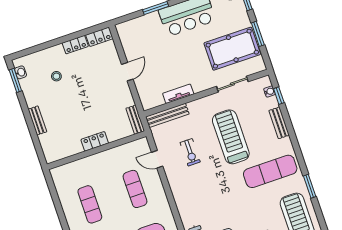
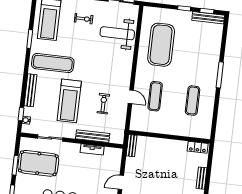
bench: (167, 115) -> (93, 136), moved
bench: (279, 123) -> (30, 90), width x1.36
locker: (95, 141) -> (198, 147), moved
door: (157, 159) -> (131, 97), moved

